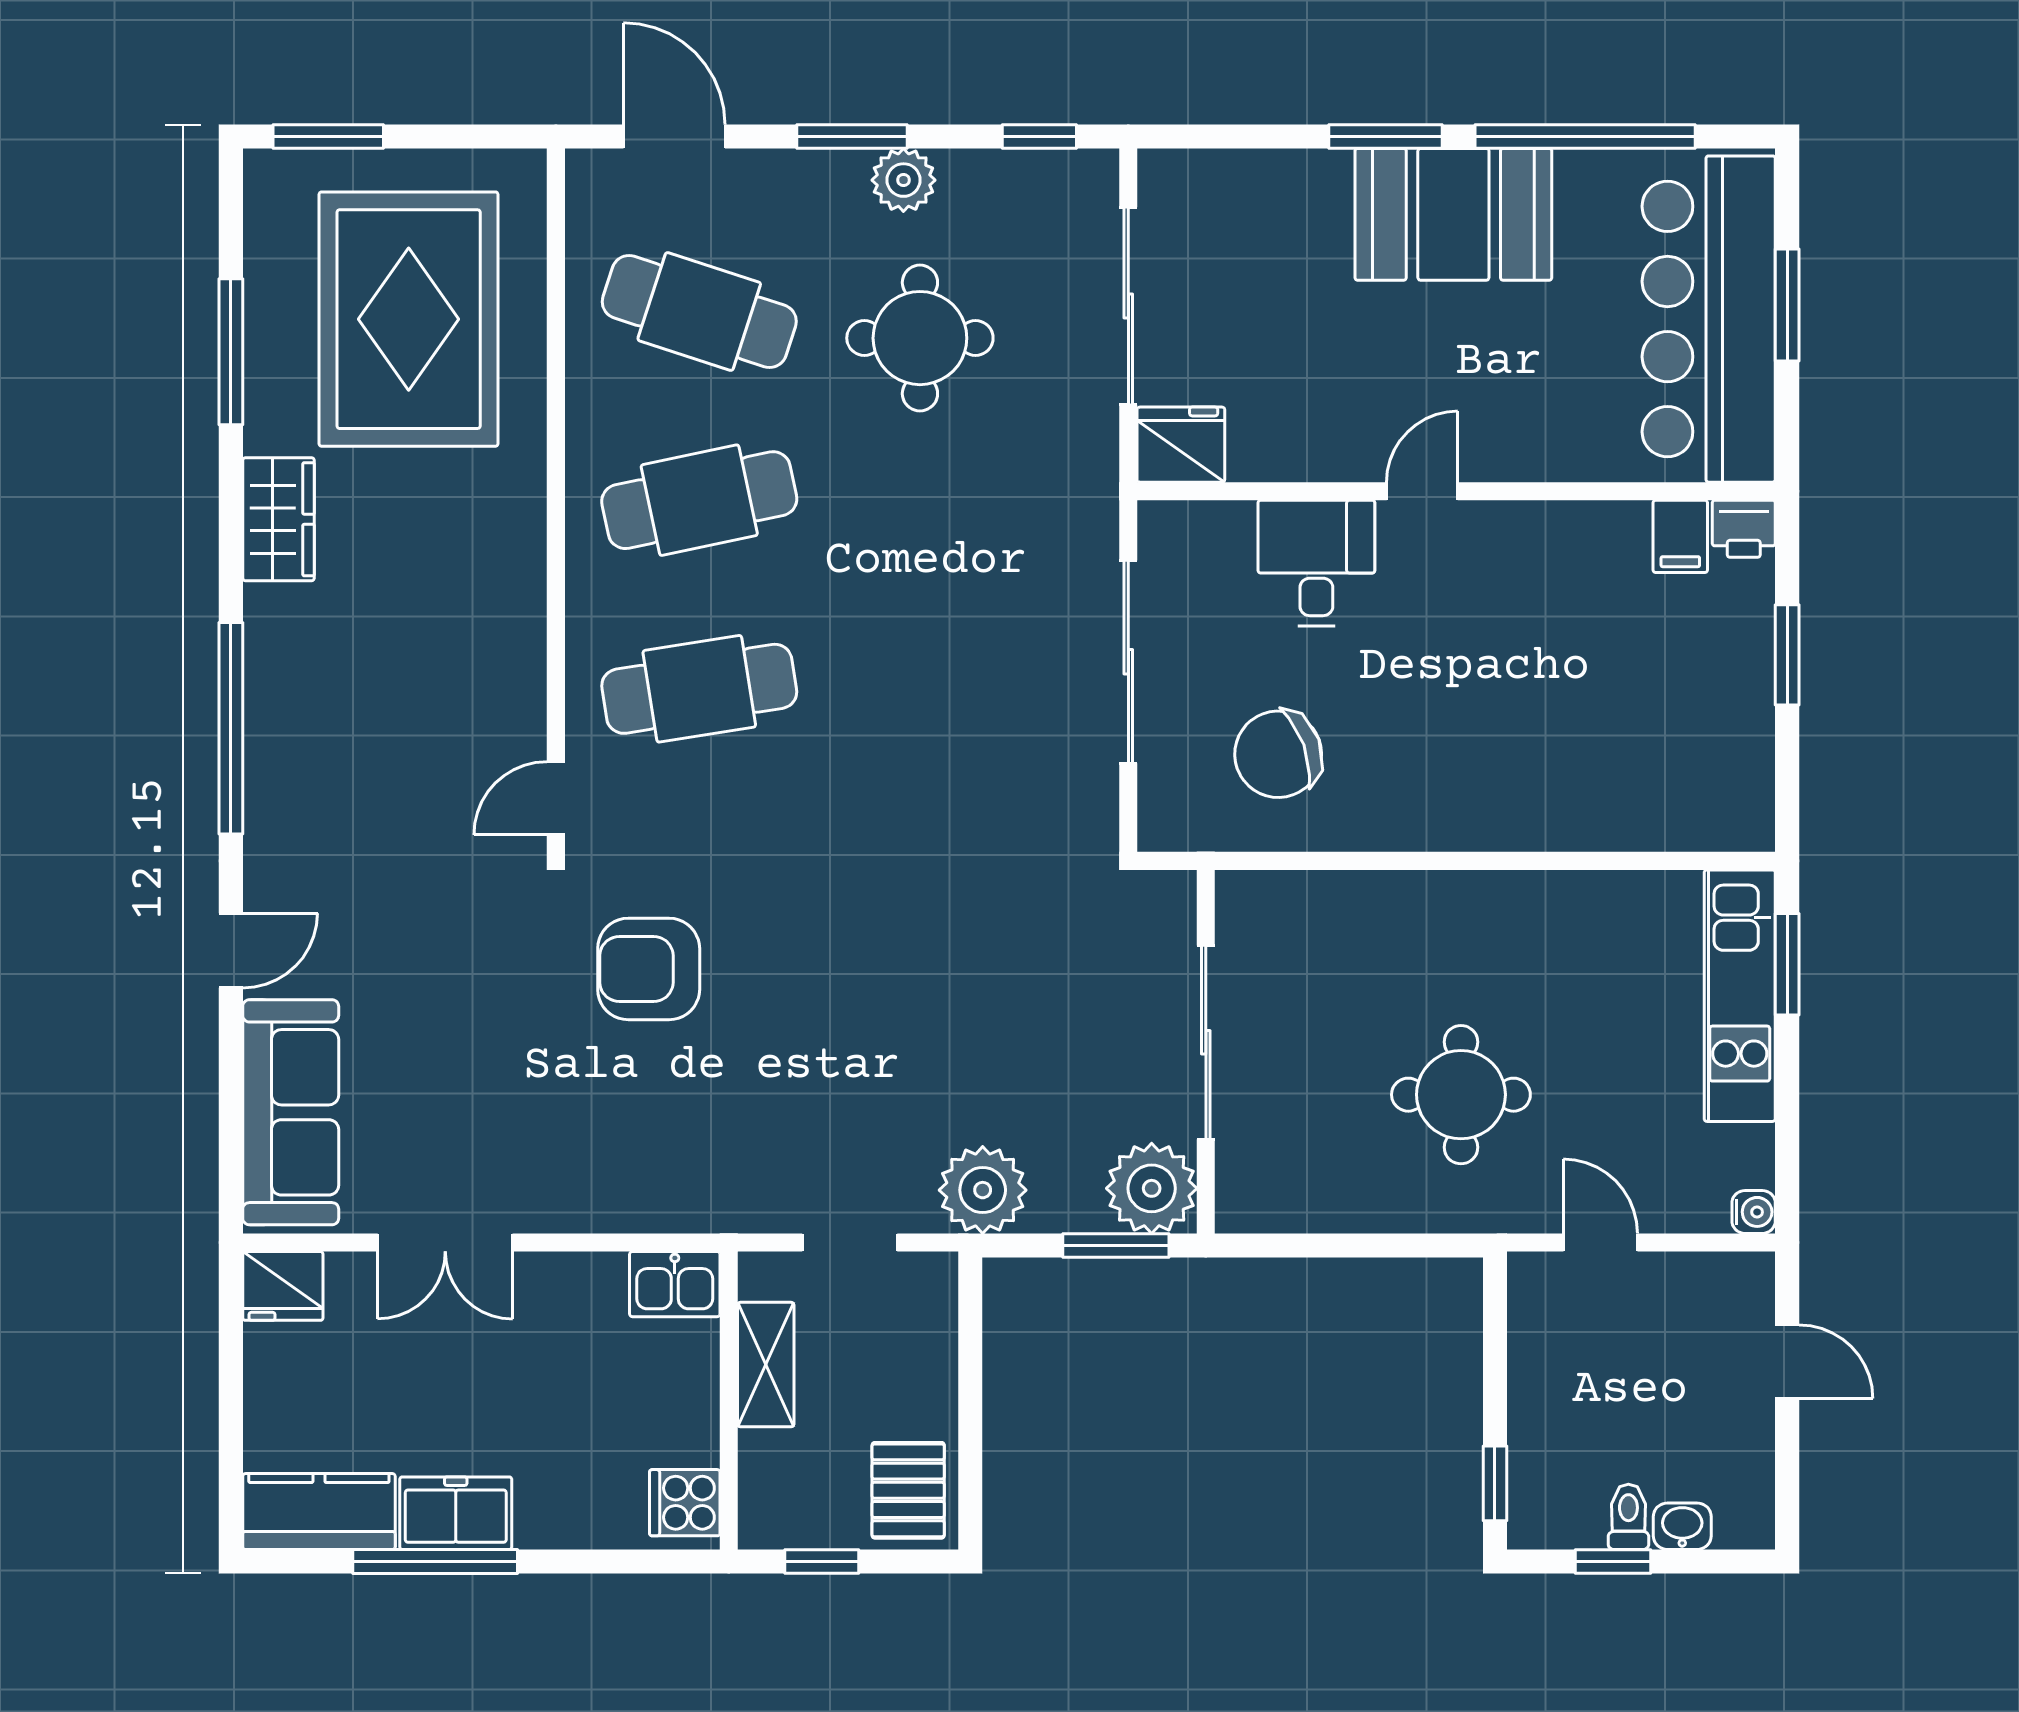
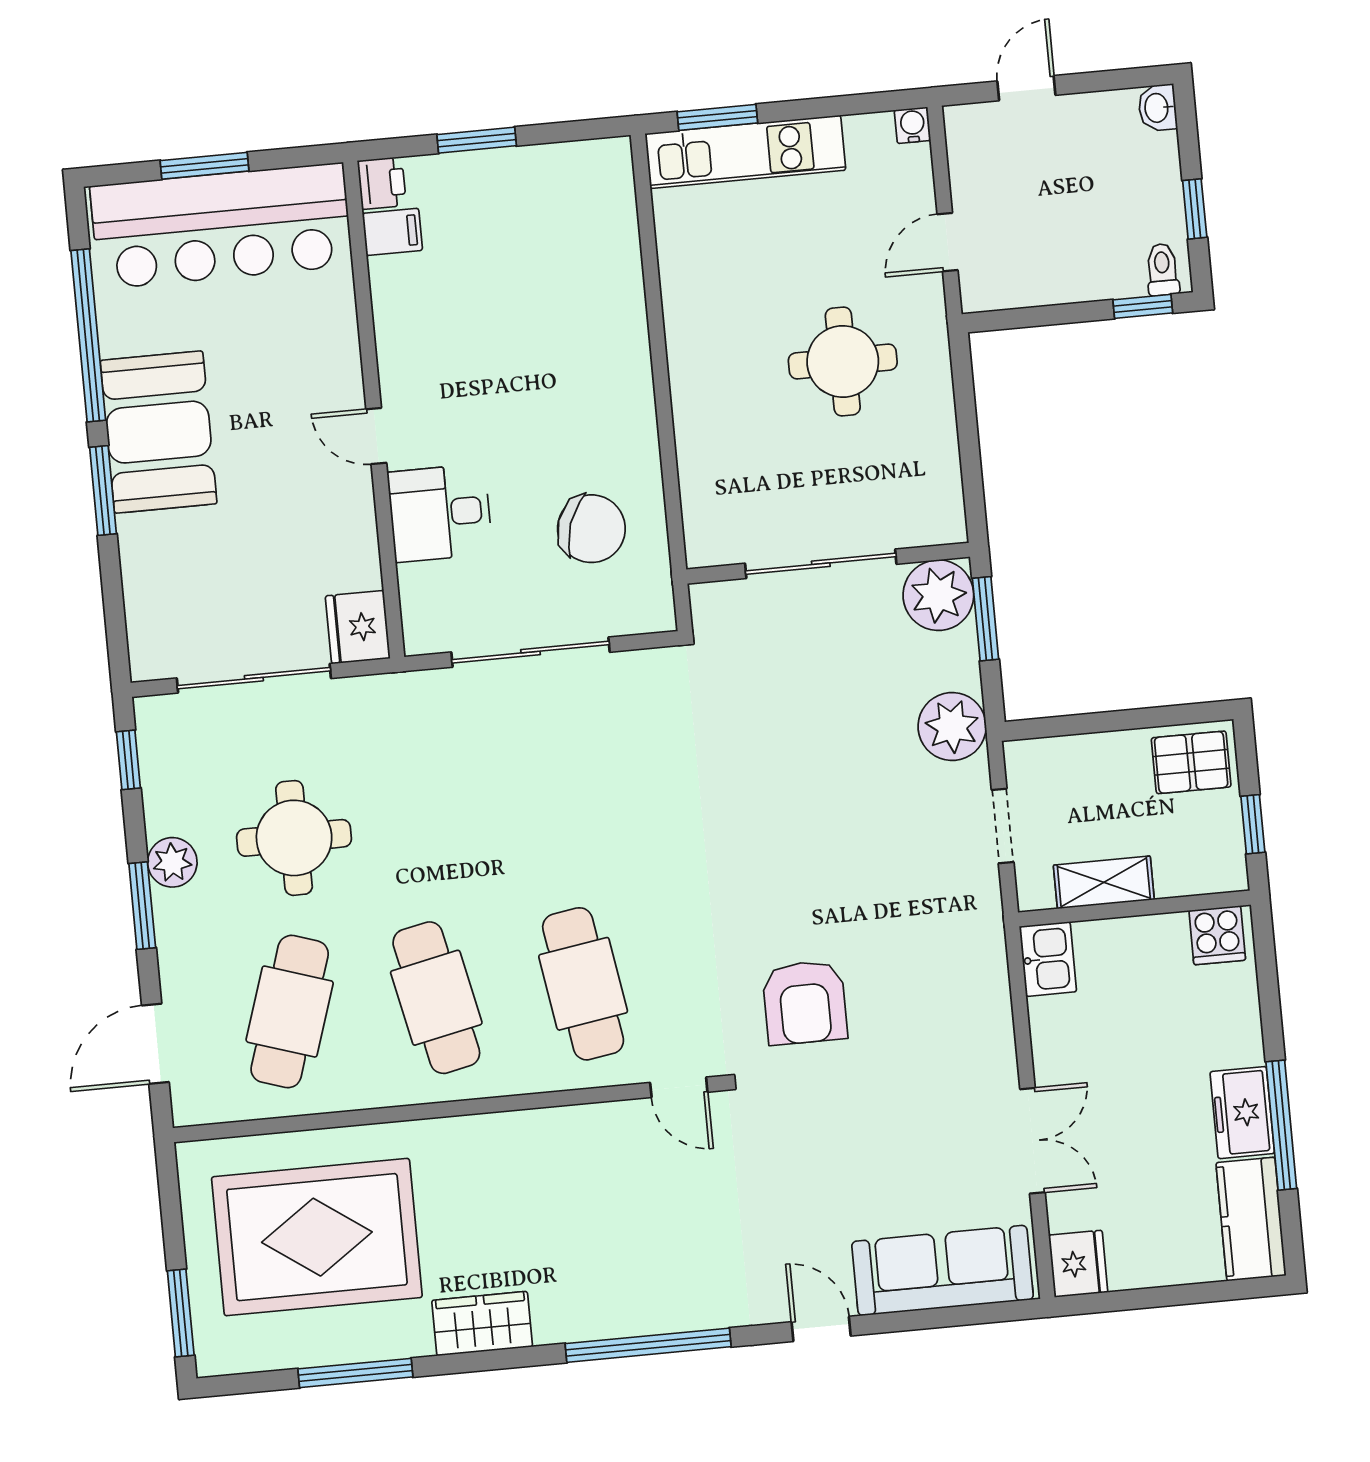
chair: (1278, 754) -> (591, 529), turned -51
toilet: (1628, 1517) -> (1162, 270), moved, turned 90
washbasin: (1682, 1526) -> (1157, 108), moved

